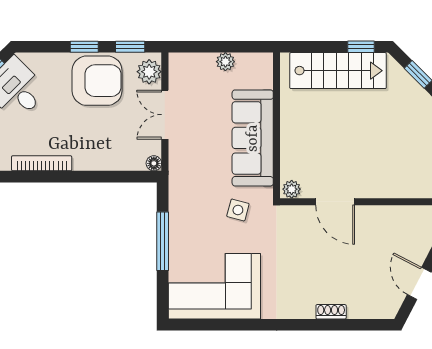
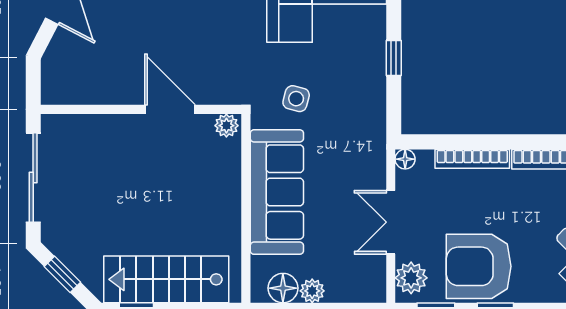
floor lamp: (248, 64) -> (283, 288), added
double door: (165, 115) -> (391, 222), swing flipped
bookcase: (102, 164) -> (472, 159), added
window: (163, 241) -> (394, 58), width x0.46

